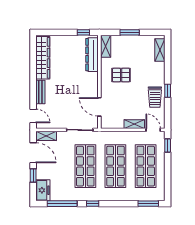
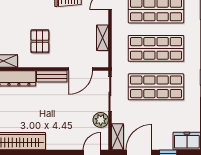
bench: (40, 92) -> (52, 76), moved
plant: (59, 123) -> (101, 120), added
shelving: (134, 124) -> (102, 38), moved

